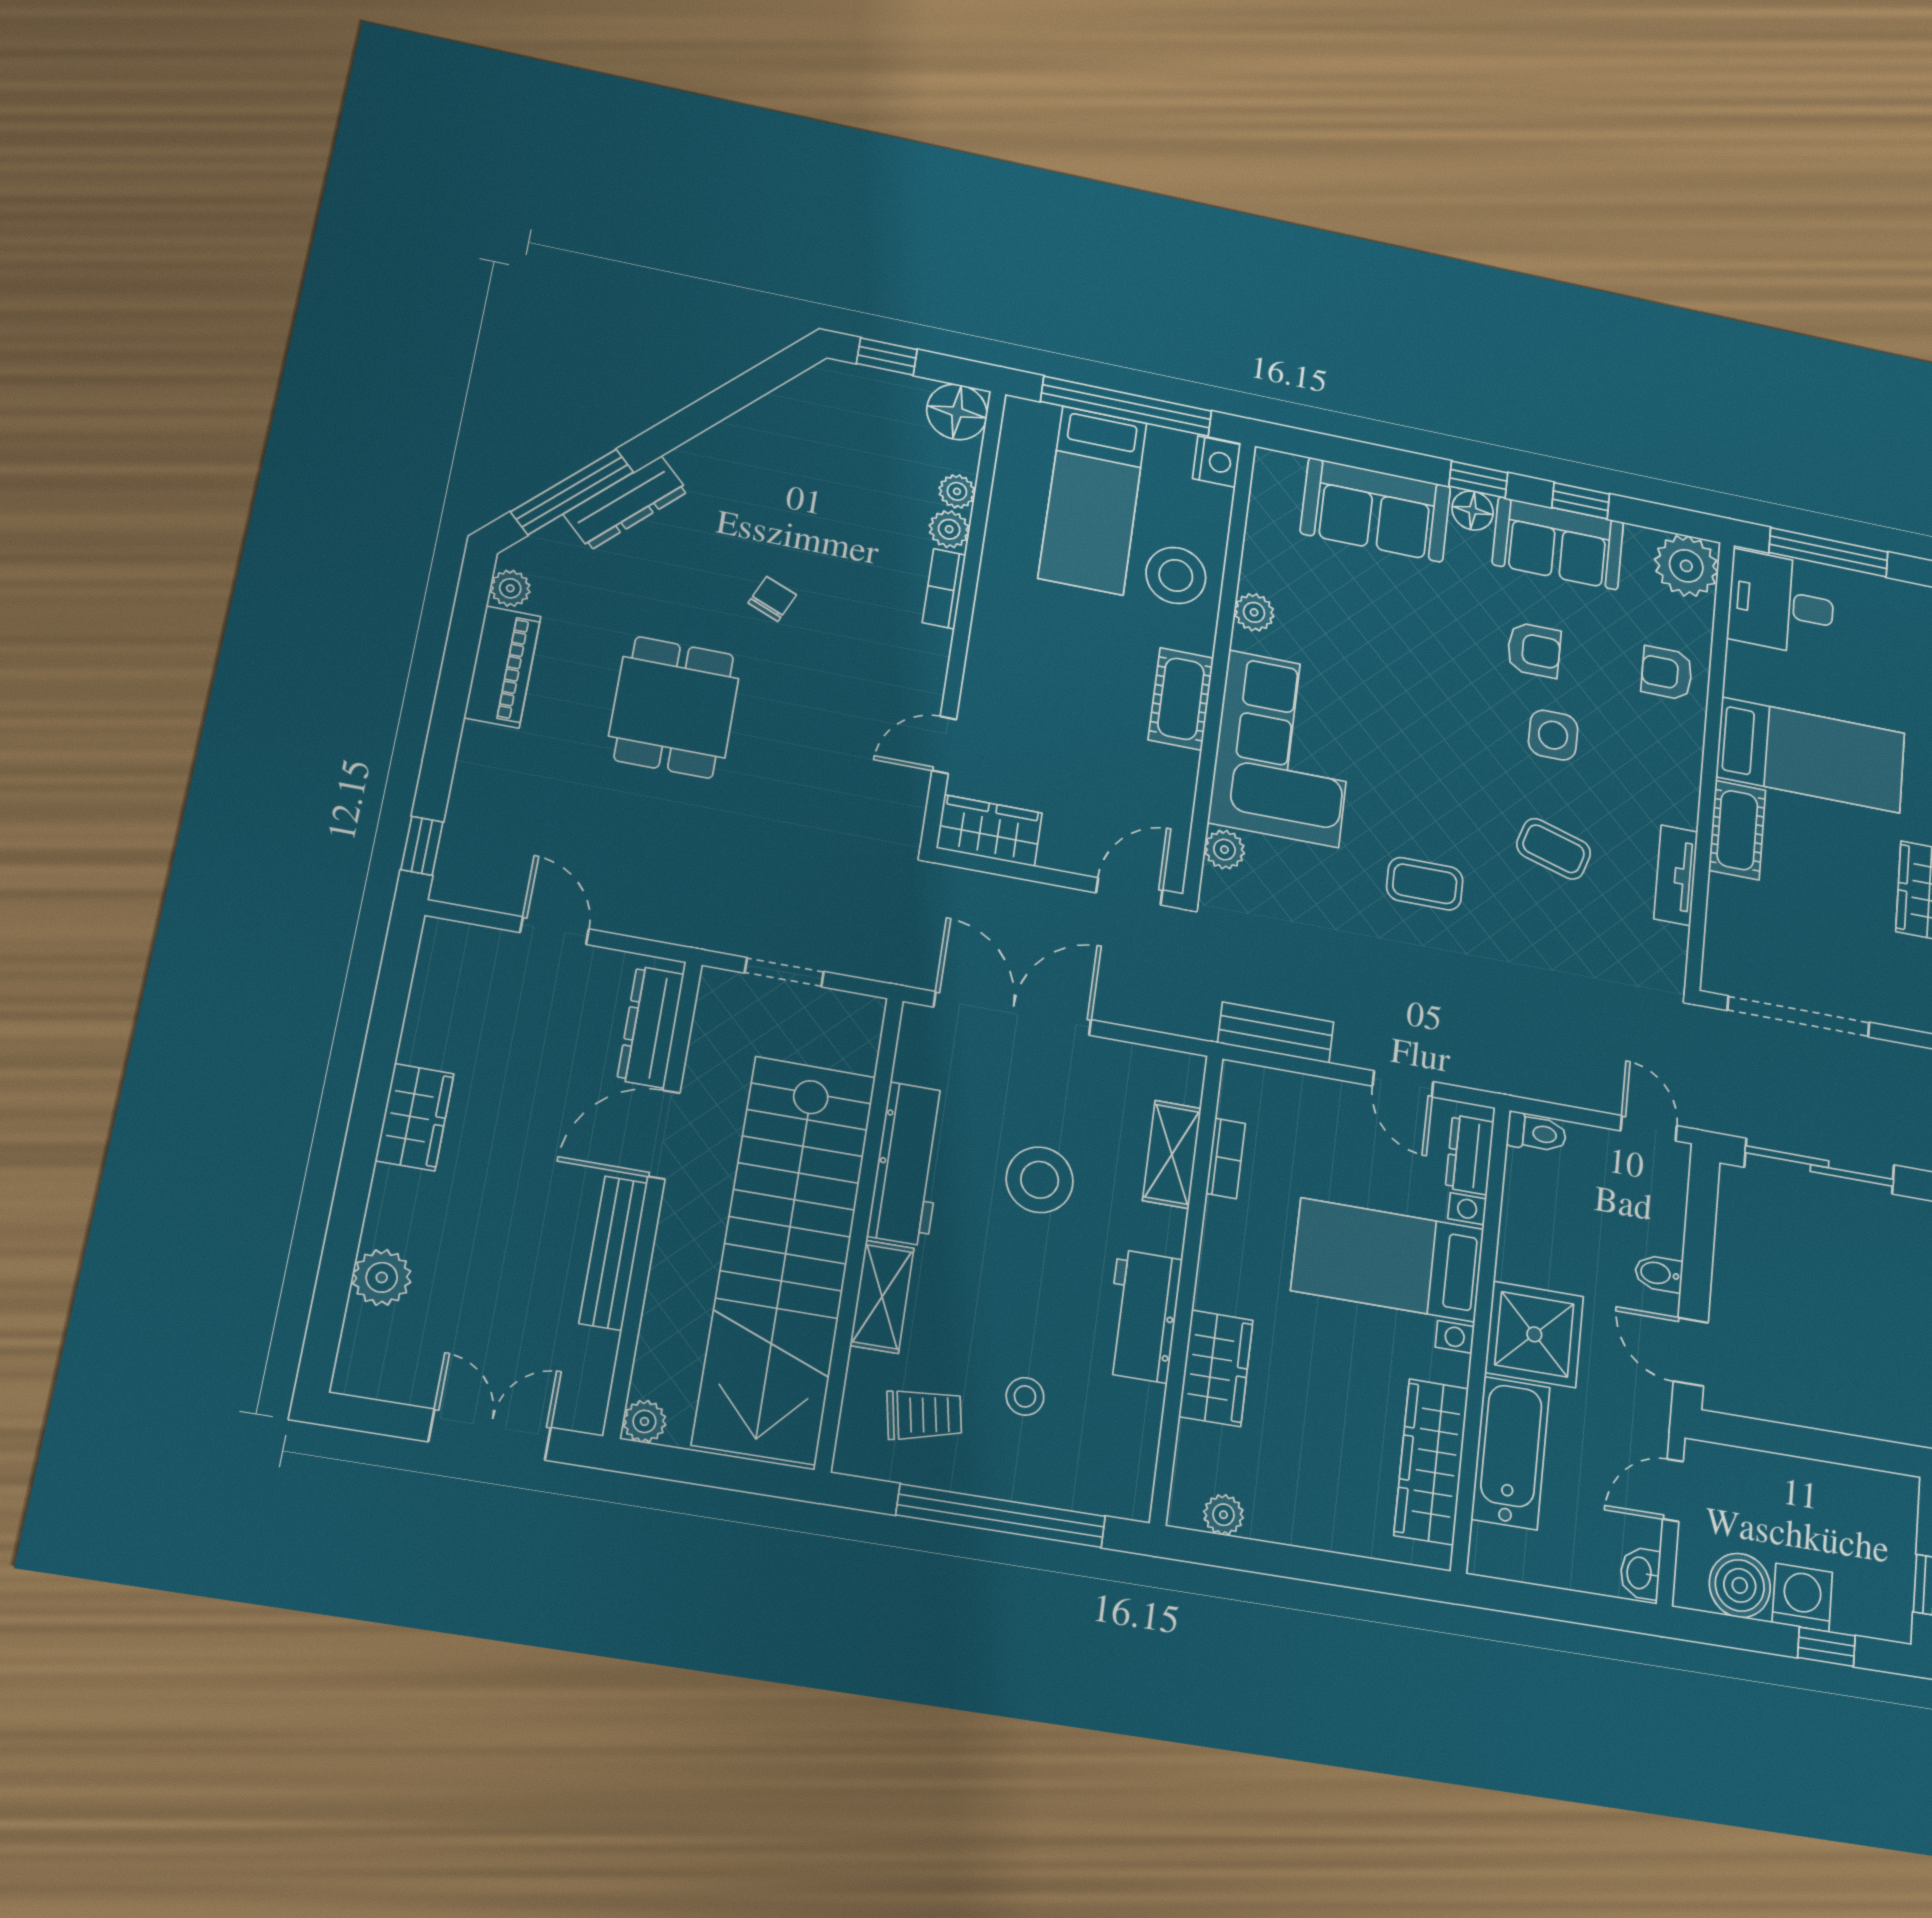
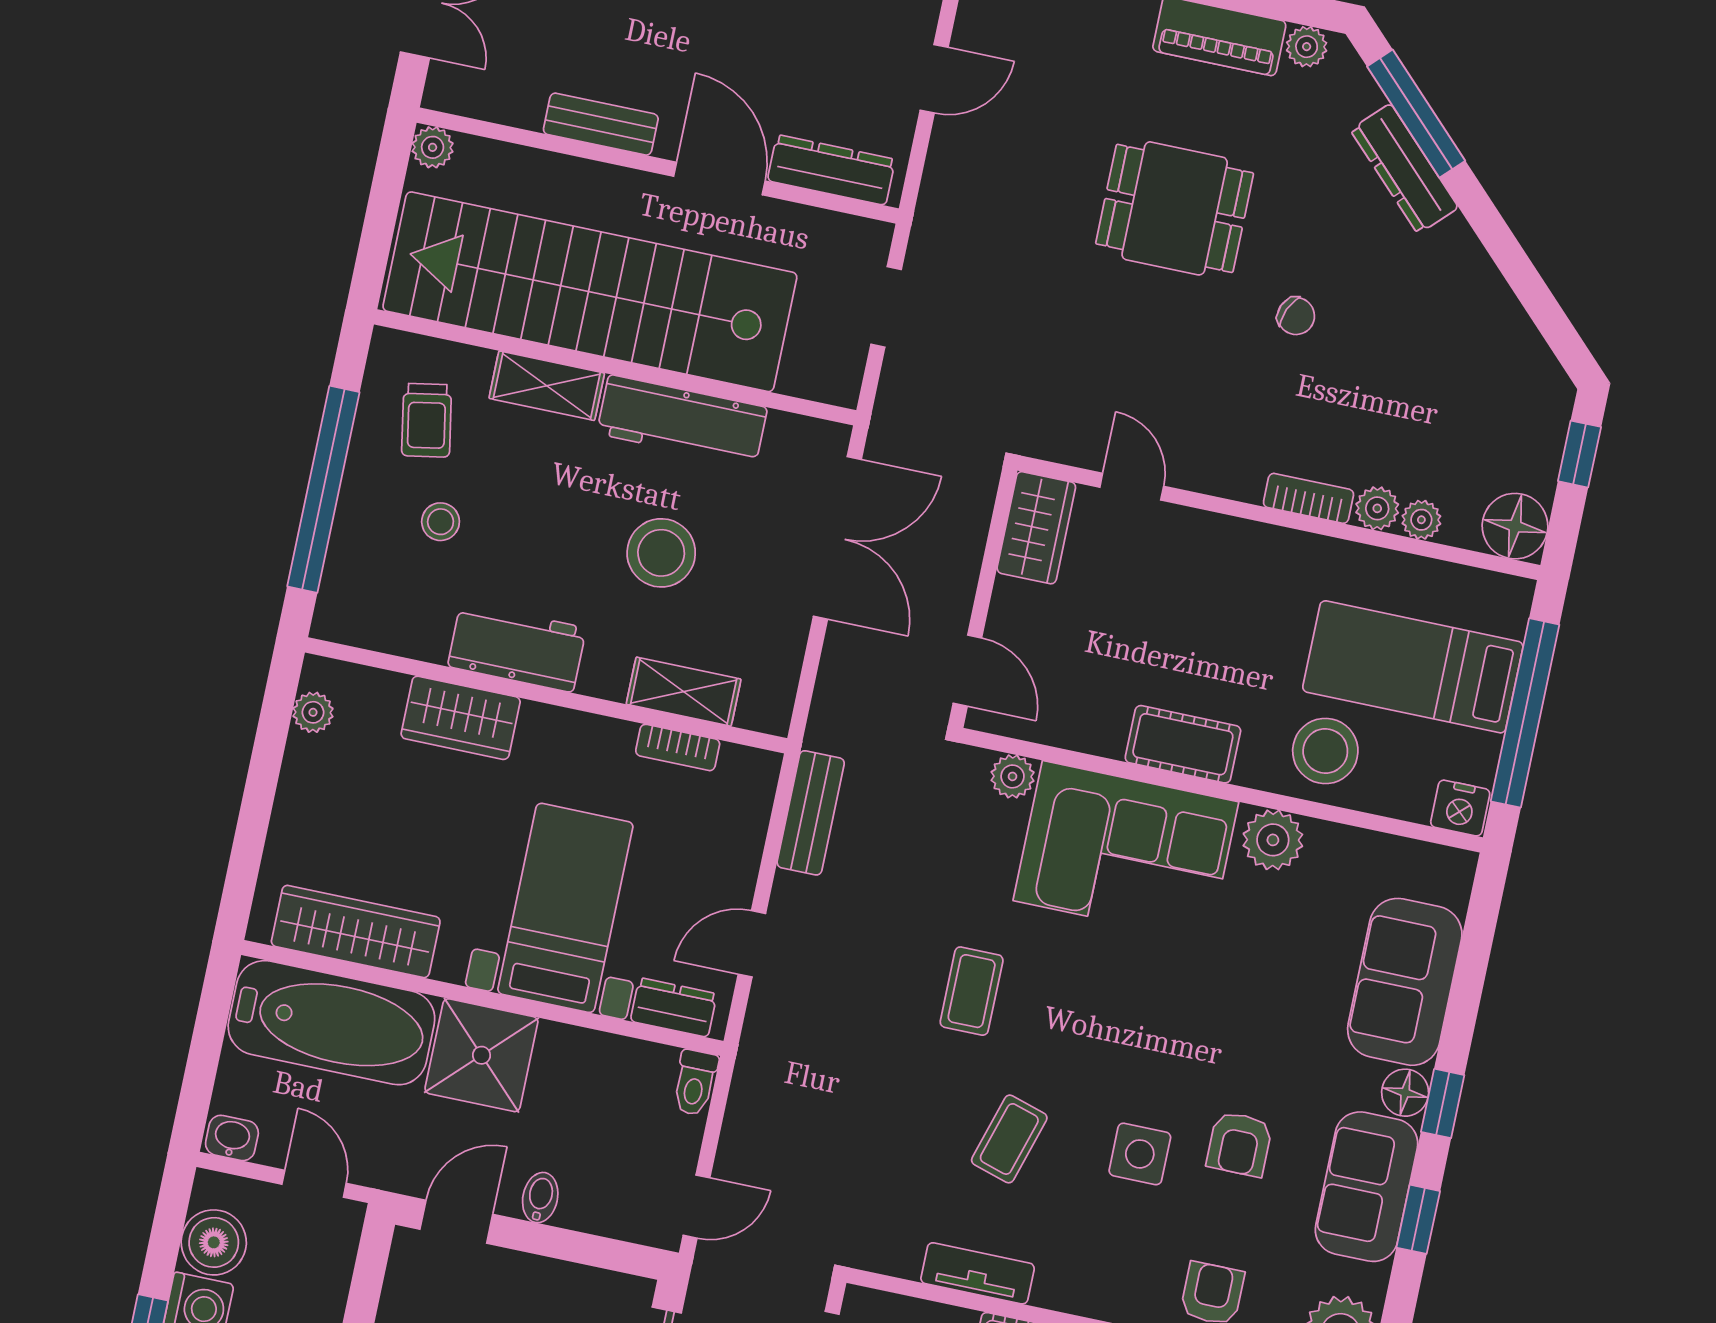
plant: (1254, 612) -> (1273, 840), width x1.38, depth x1.38
bench: (613, 1253) -> (601, 124), width x0.73
bathtub: (1511, 1453) -> (331, 1023), width x1.36, depth x1.36

